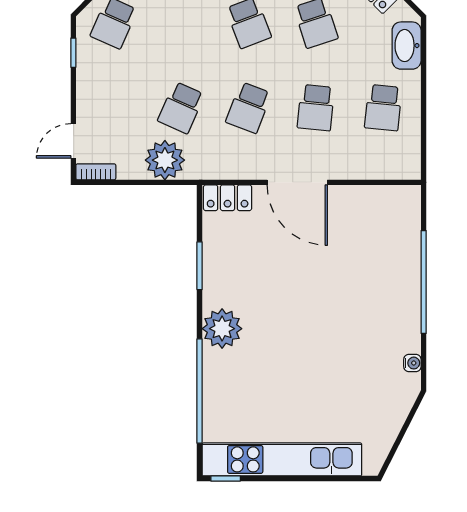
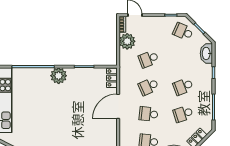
school desk: (181, 108) -> (149, 59), turned -45
school desk: (248, 108) -> (149, 86), turned -45
plant: (165, 160) -> (127, 41), moved

